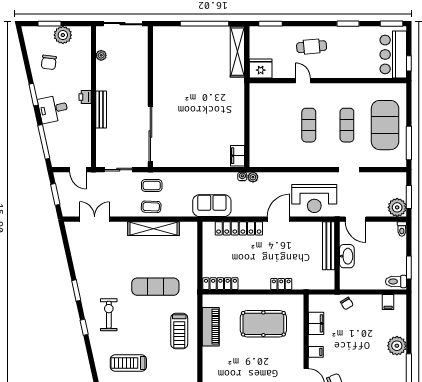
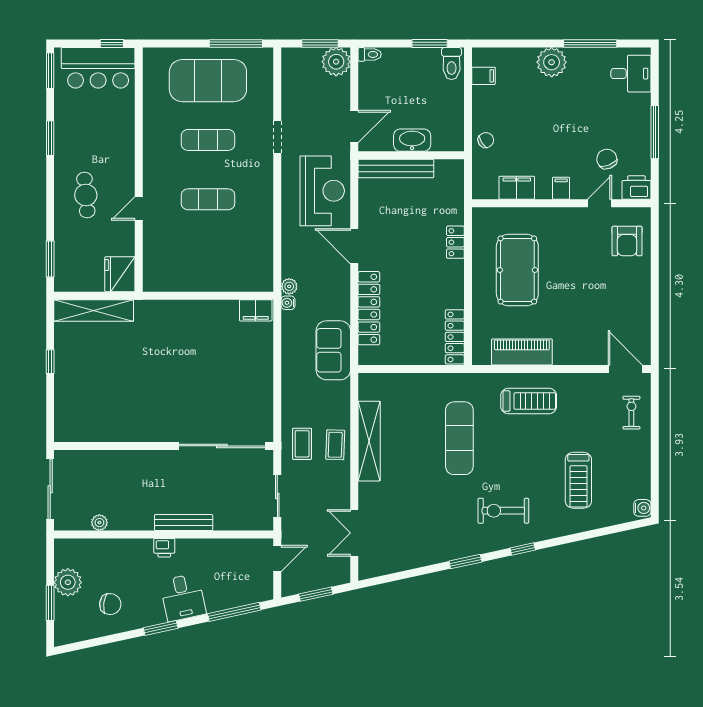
window: (205, 24) -> (50, 362), width x0.32

